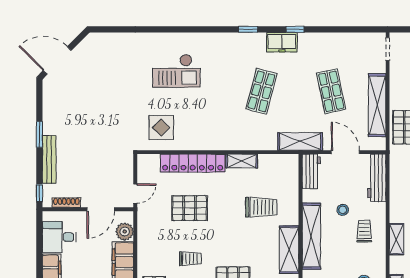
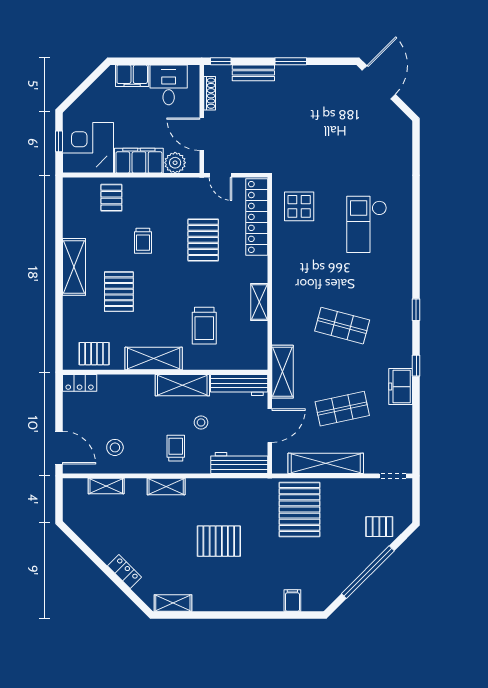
freezer: (282, 42) -> (401, 387), moved
bench: (49, 159) -> (253, 73), width x0.73
locker: (193, 163) -> (257, 217), moved
workbench: (311, 171) -> (239, 385), width x1.38
trolley: (364, 231) -> (176, 448), turned -90
shelving: (311, 236) -> (182, 385), width x0.68

